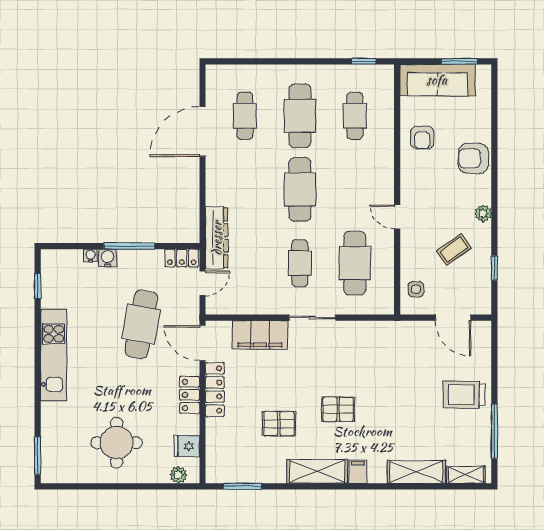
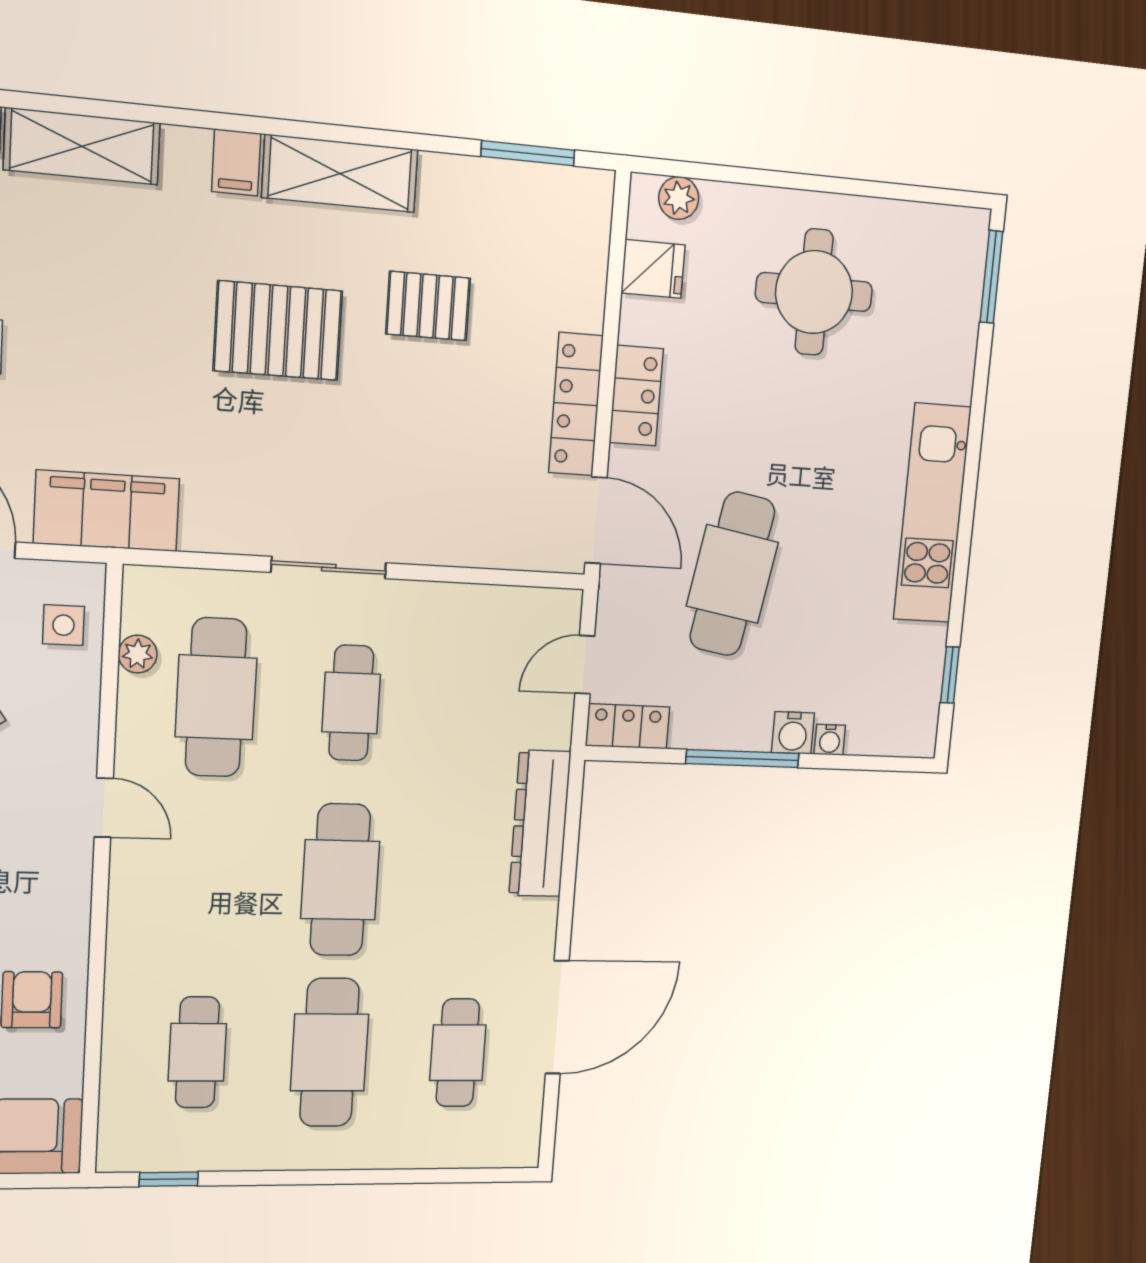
dresser: (217, 238) -> (540, 824), moved
plant: (387, 279) -> (138, 654), added
filing cabinet: (260, 335) -> (107, 511), moved
pallet: (338, 409) -> (278, 331), width x1.50, depth x1.42

